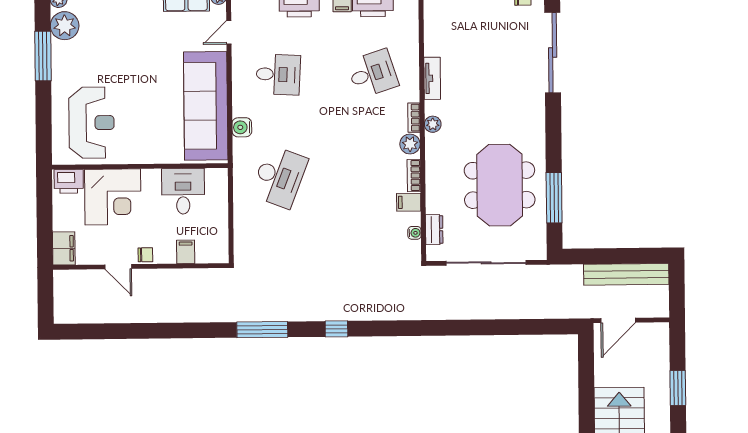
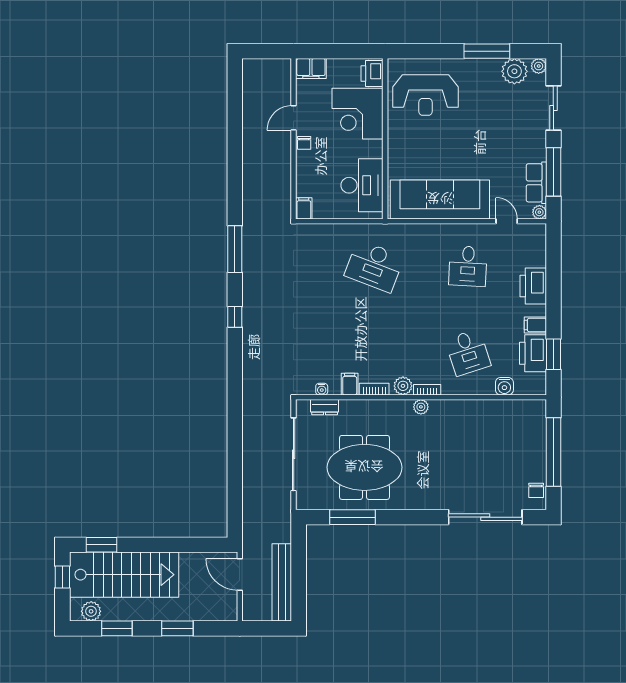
tv unit: (432, 78) -> (463, 407), removed
water cooler: (242, 127) -> (504, 386), moved, turned 180
desk: (183, 191) -> (362, 185), width x1.37
filing cabinet: (186, 252) -> (304, 208), moved, turned -90

